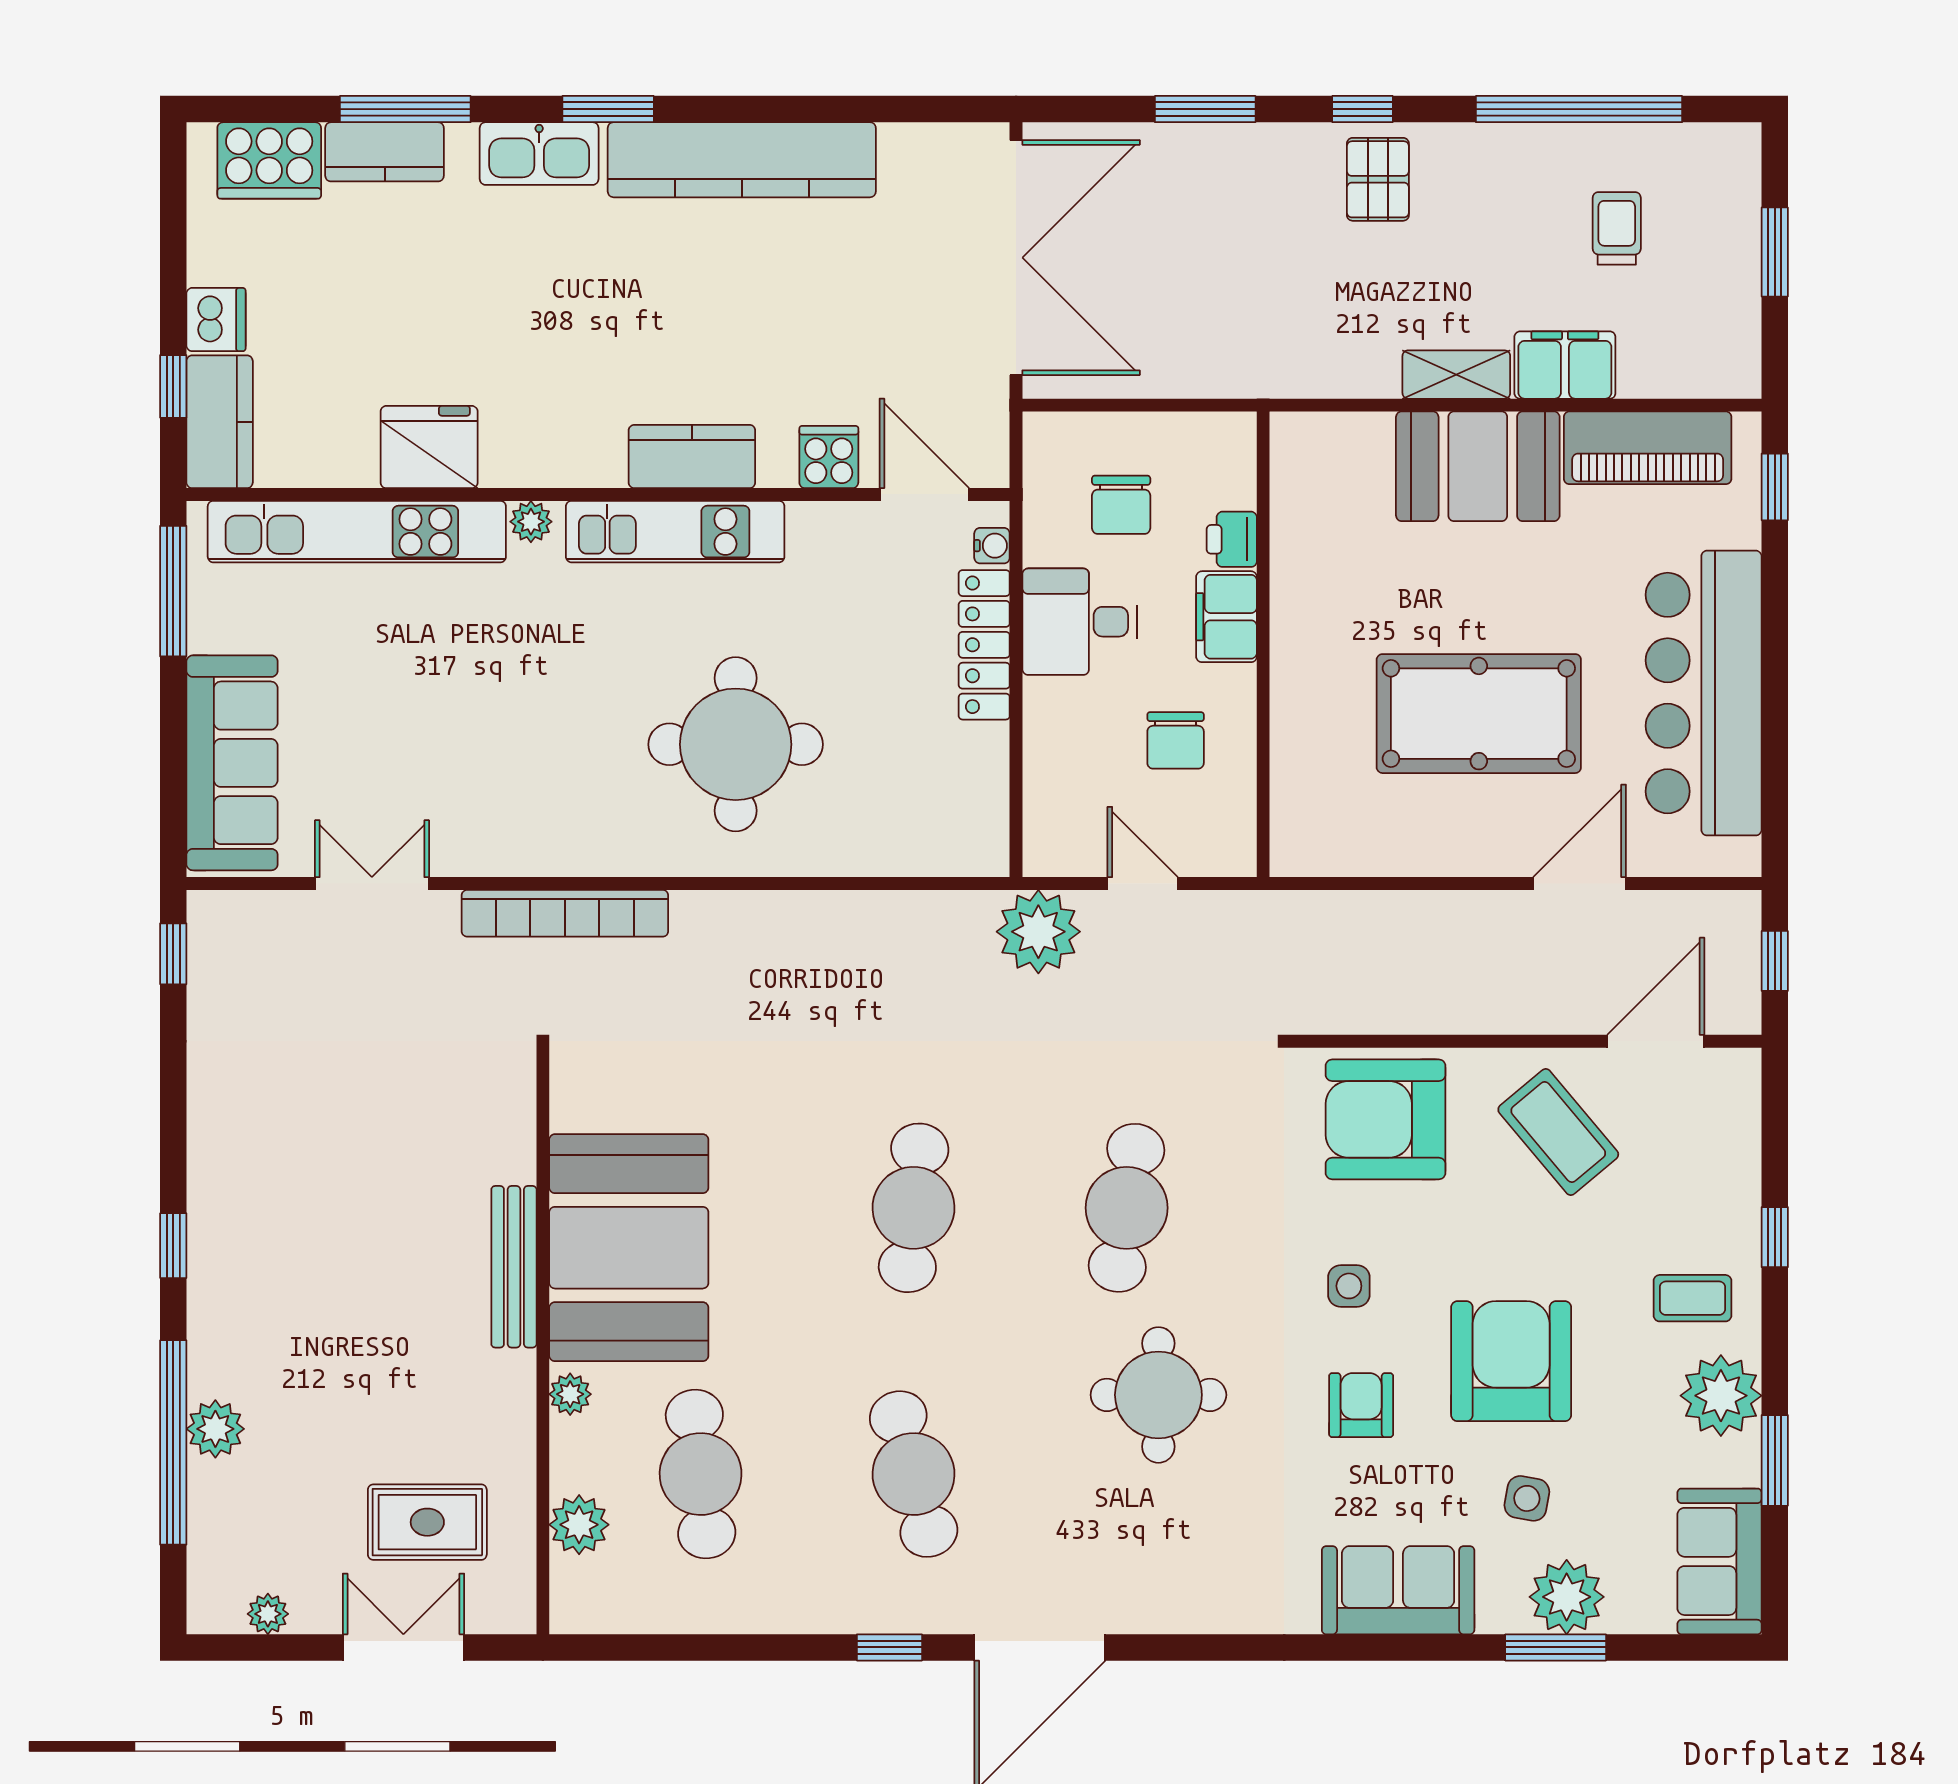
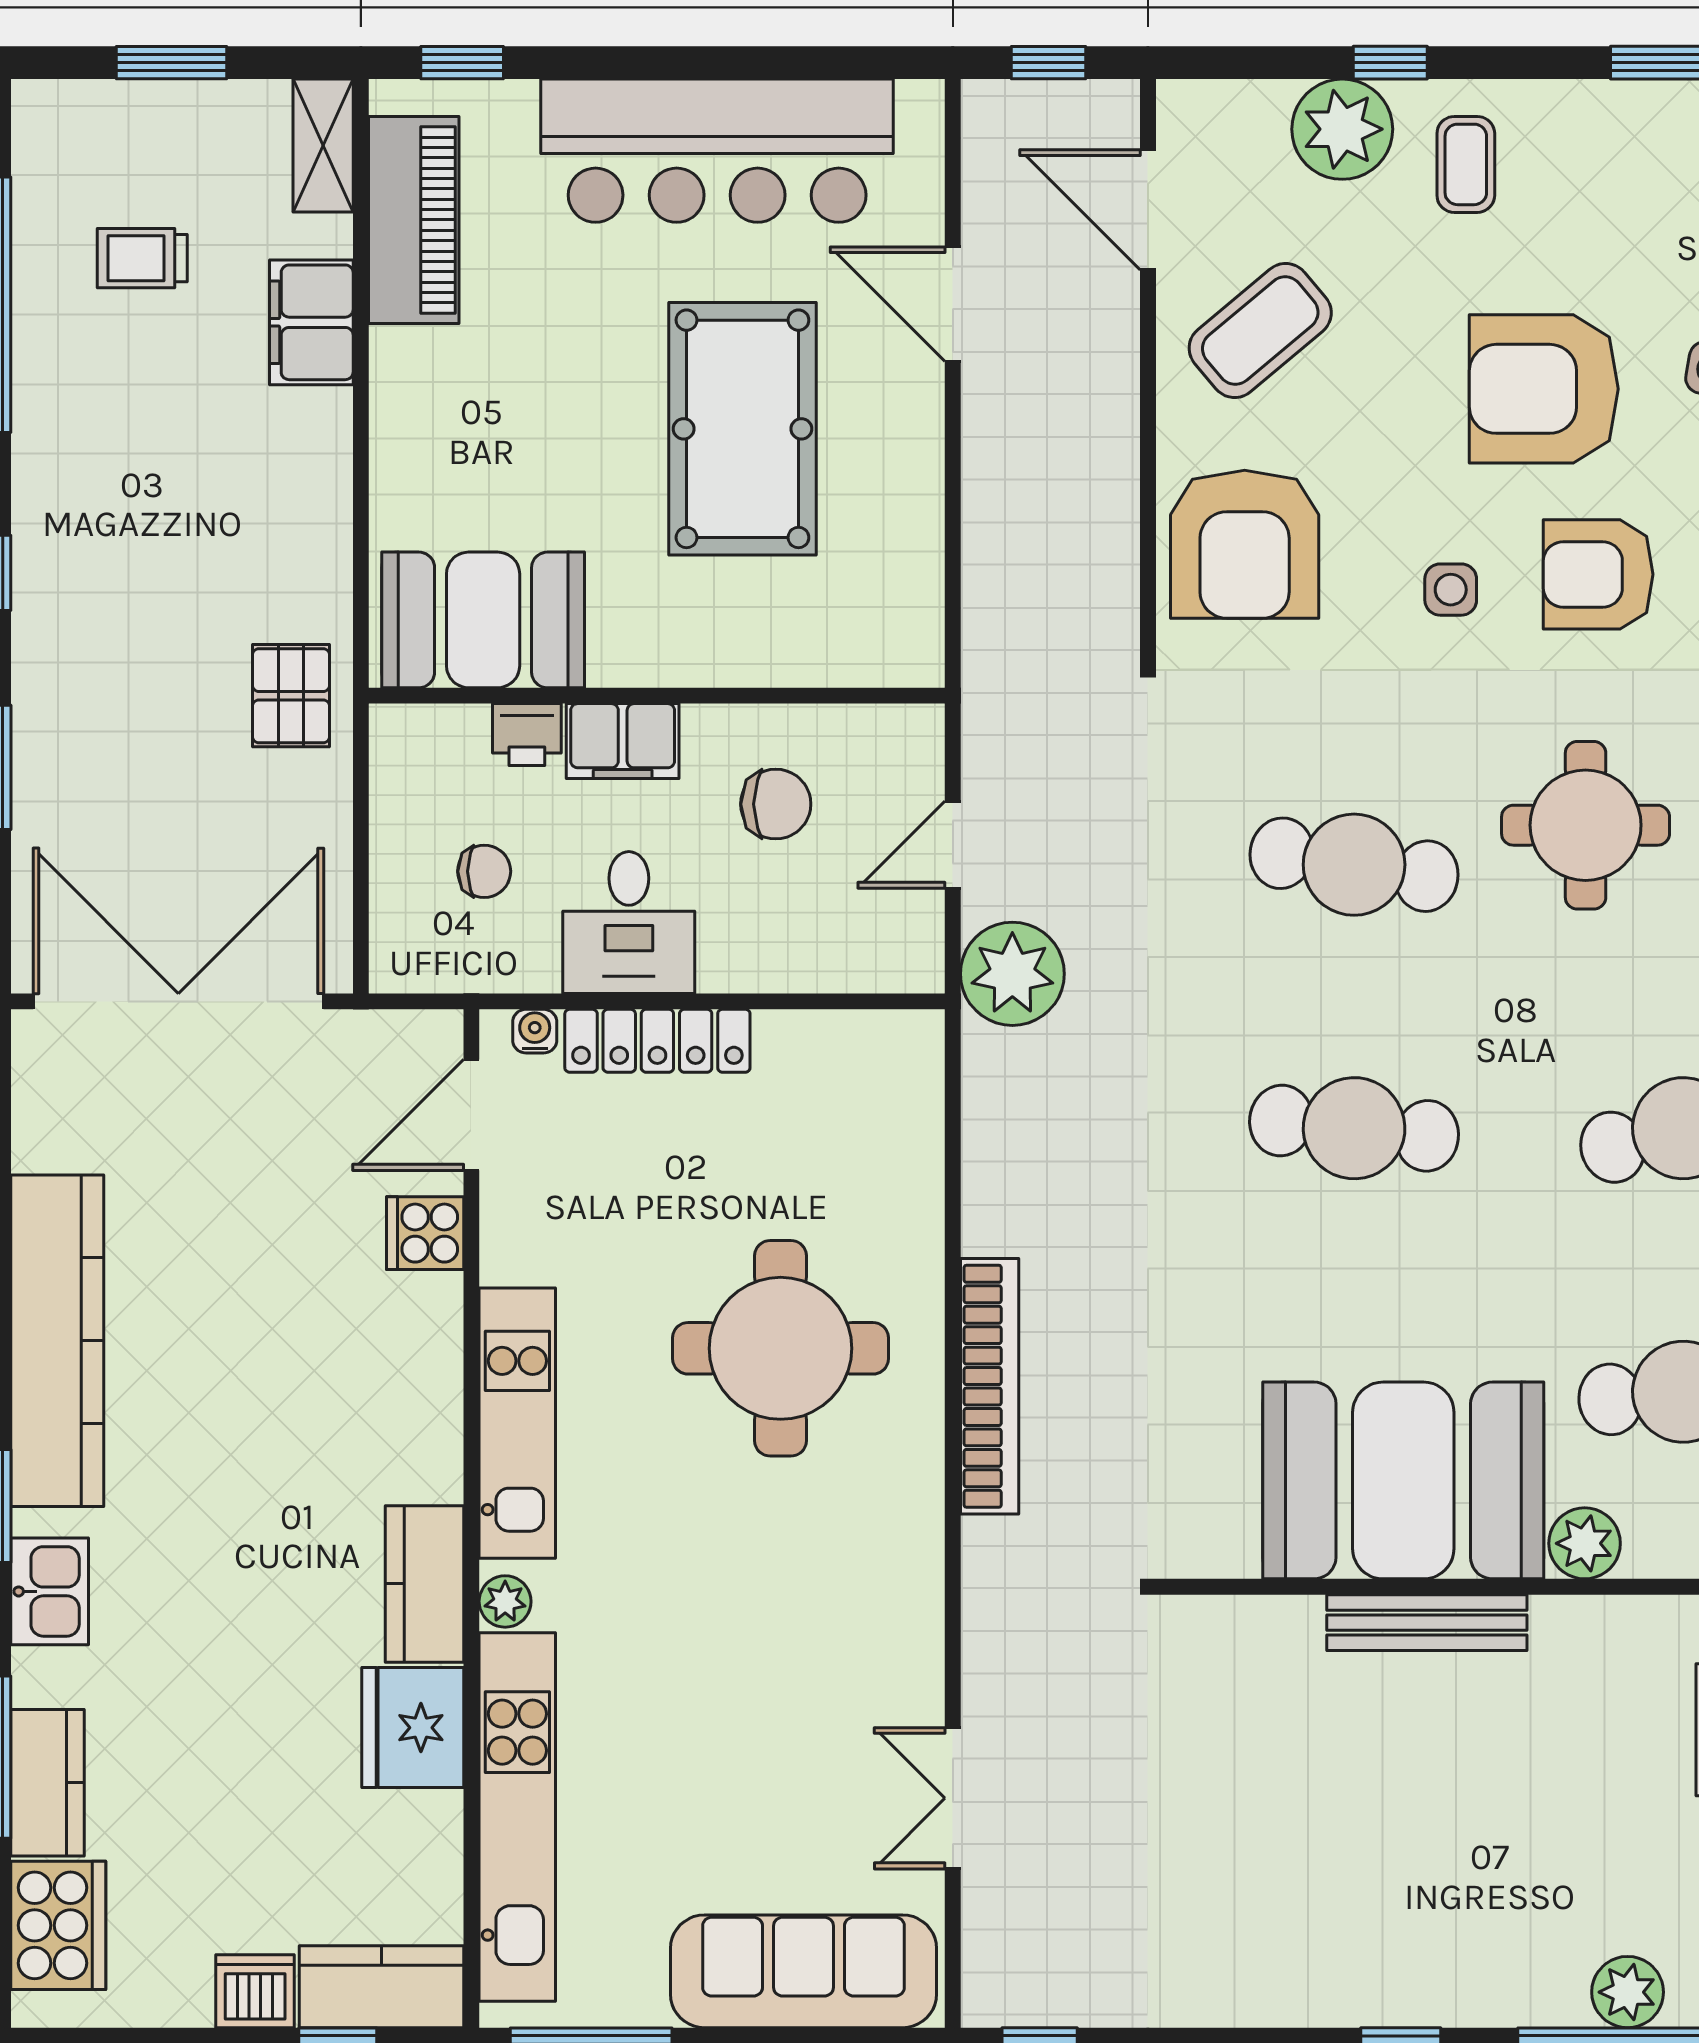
kitchen sink: (539, 154) -> (50, 1591), width x0.73
pallet: (1378, 179) -> (291, 696), moved, turned 90
shelving: (1456, 375) -> (323, 146), moved
kitchen counter: (692, 456) -> (424, 1584), moved
booth: (1478, 466) -> (483, 620), moved, turned 90
chair: (1121, 505) -> (484, 871), width x0.73, depth x0.73
bookcase: (565, 913) -> (990, 1386), moved
plant: (570, 1394) -> (1585, 1543), width x1.38, depth x1.38
plant: (1721, 1396) -> (1342, 129), moved
armchair: (1361, 1405) -> (1598, 574), width x1.38, depth x1.38

